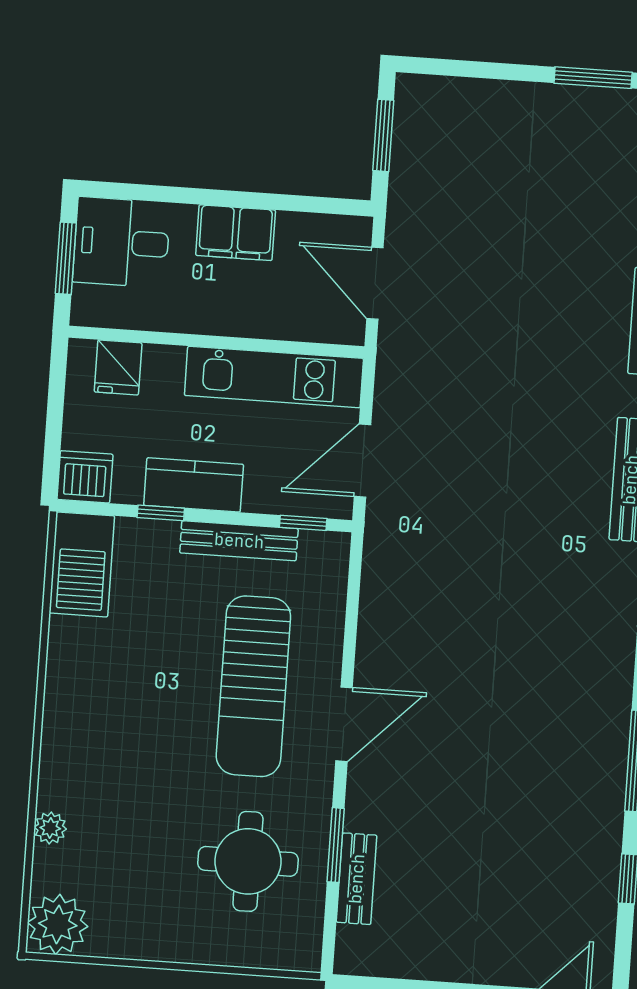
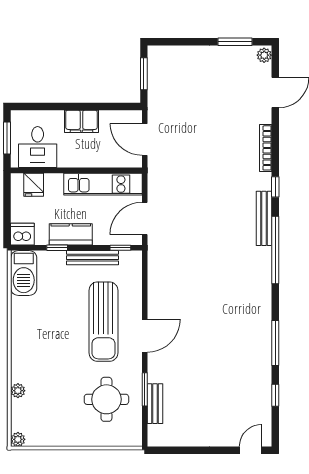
desk: (121, 242) -> (38, 147), moved, turned -90
plant: (58, 924) -> (18, 439), width x0.53, depth x0.53

